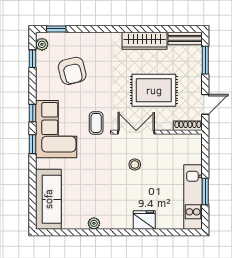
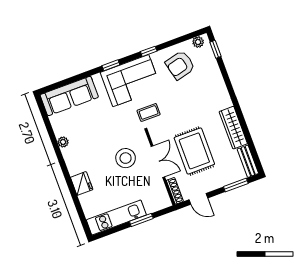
window: (33, 59) -> (183, 39), removed
armchair: (72, 71) -> (180, 65), moved
window: (33, 113) -> (149, 51), moved
double door: (136, 132) -> (158, 162), moved
stool: (135, 165) -> (126, 158), width x1.89, depth x1.89
window: (205, 191) -> (141, 220), moved

